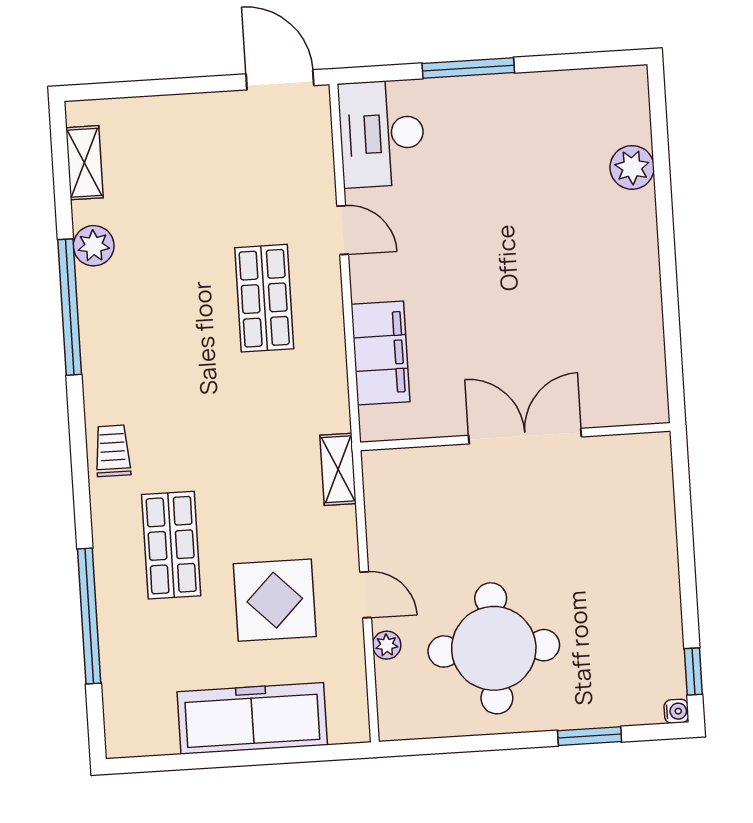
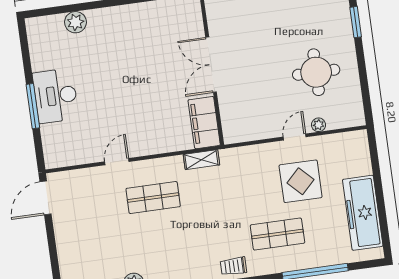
desk: (382, 134) -> (56, 96), moved, turned 90
filing cabinet: (380, 353) -> (204, 123), moved, turned -90
shelving: (338, 469) -> (201, 160), moved
round table: (494, 648) -> (316, 72), width x0.73, depth x0.73
freezer: (252, 718) -> (363, 213), moved

